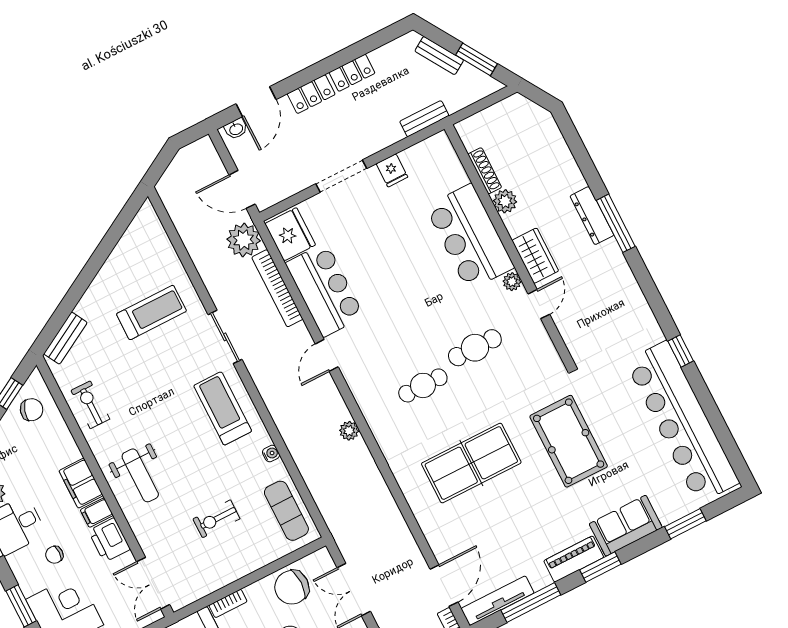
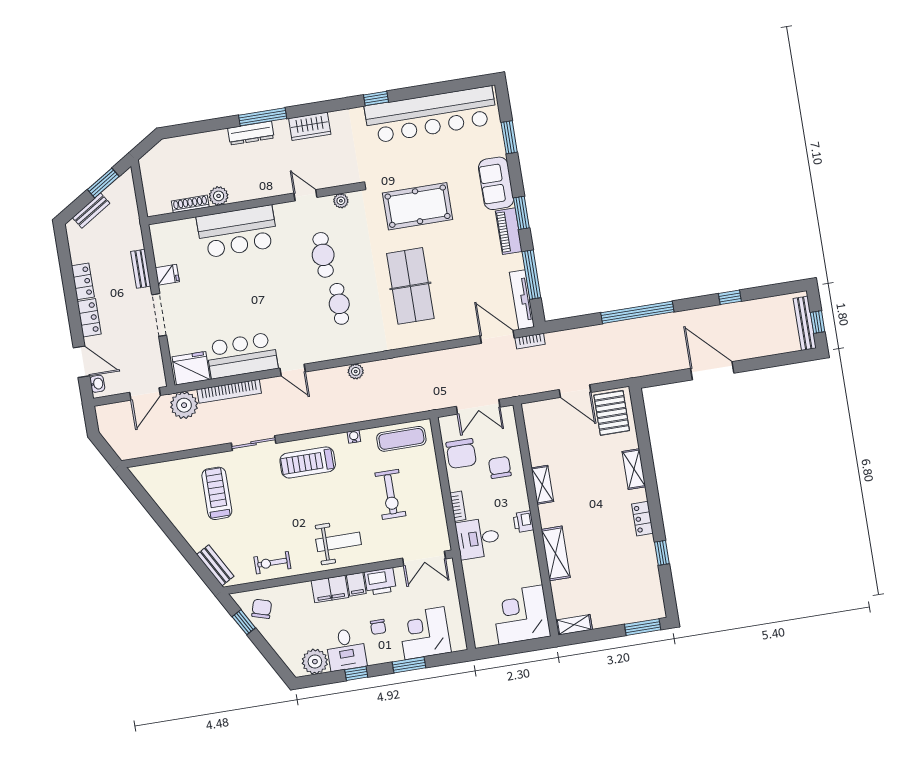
bench: (424, 119) -> (141, 269), moved
wardrobe: (535, 256) -> (310, 126), moved, turned 180
plant: (512, 282) -> (341, 201), moved
exercise bike: (216, 519) -> (390, 494), width x1.38, depth x1.39

